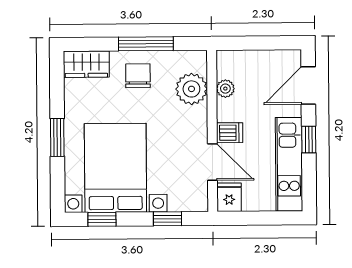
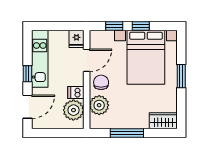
chair: (138, 76) -> (101, 82), moved, turned 180
plant: (225, 89) -> (73, 110), width x1.87, depth x1.87
dishwasher: (230, 133) -> (76, 92), moved
door: (212, 162) -> (87, 60), swing flipped
window: (102, 219) -> (141, 26), moved

